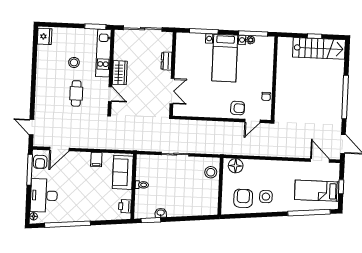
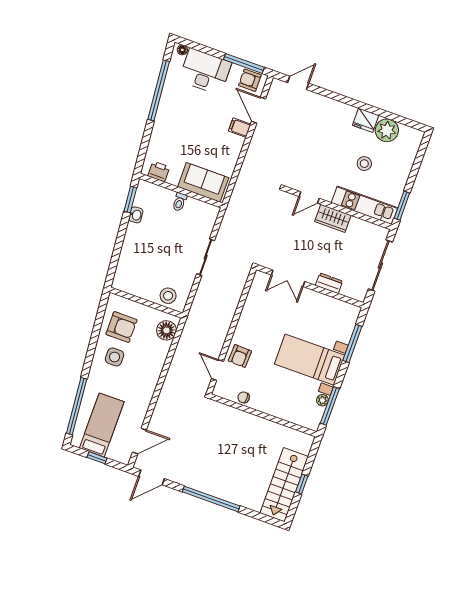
fridge: (45, 36) -> (366, 120), moved
plant: (45, 54) -> (387, 130), added
cafe table: (76, 93) -> (324, 154), removed
filing cabinet: (96, 159) -> (240, 128), moved

